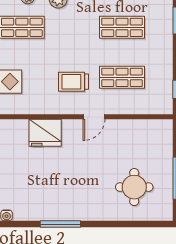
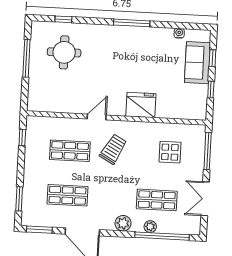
trolley: (74, 82) -> (113, 149), turned -61
window: (137, 224) -> (63, 19), added

